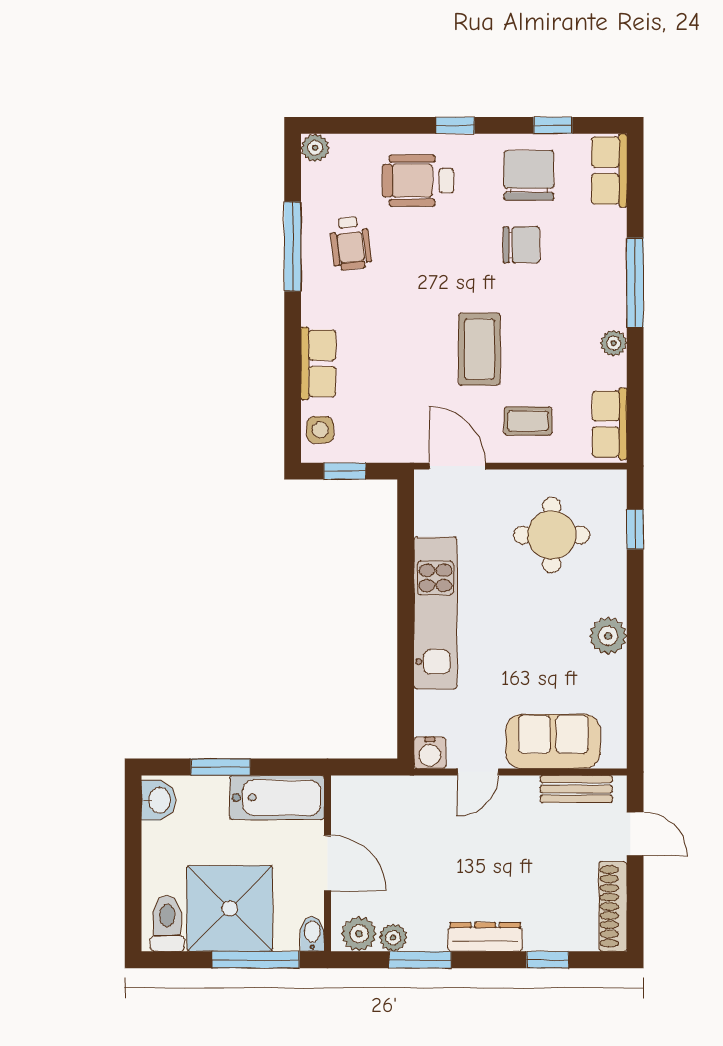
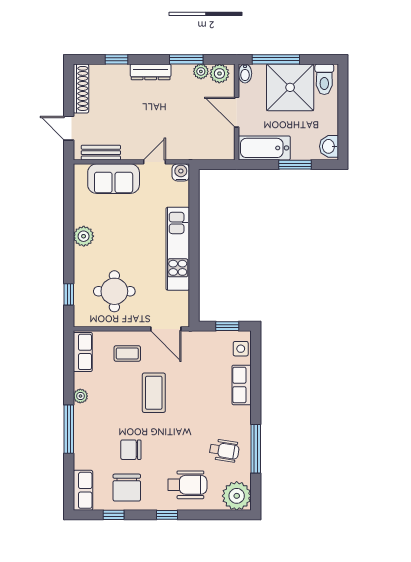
plant: (315, 148) -> (237, 496), width x1.87, depth x1.87
wheelchair: (350, 243) -> (224, 451), turned 106

